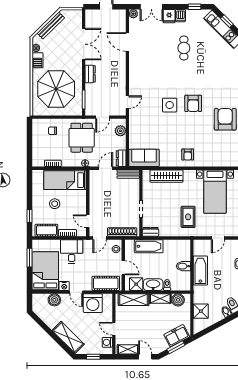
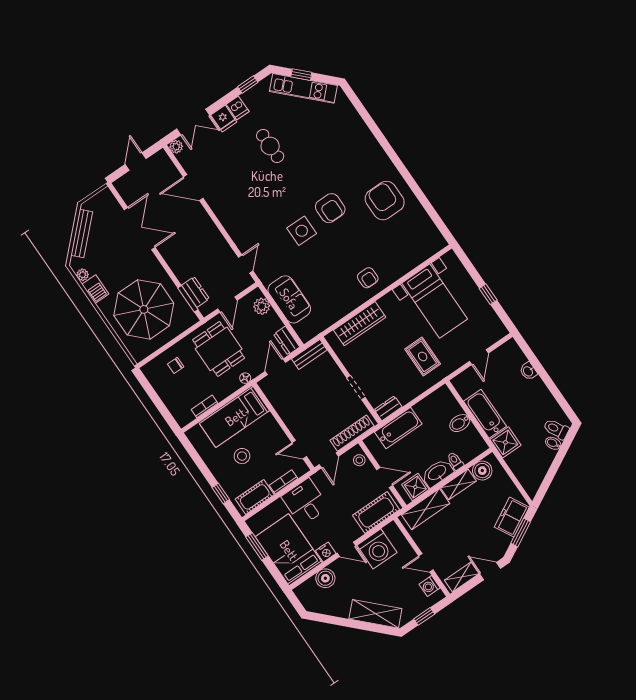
dresser: (90, 74) -> (195, 292), moved
sofa: (144, 158) -> (289, 299), moved, turned 90
shower: (201, 311) -> (505, 442), moved

